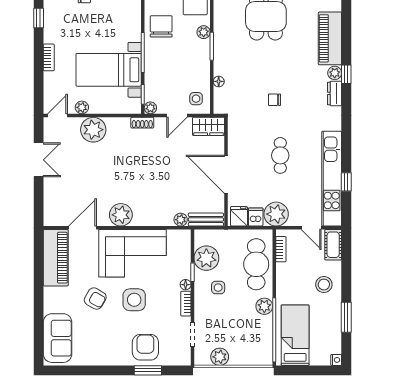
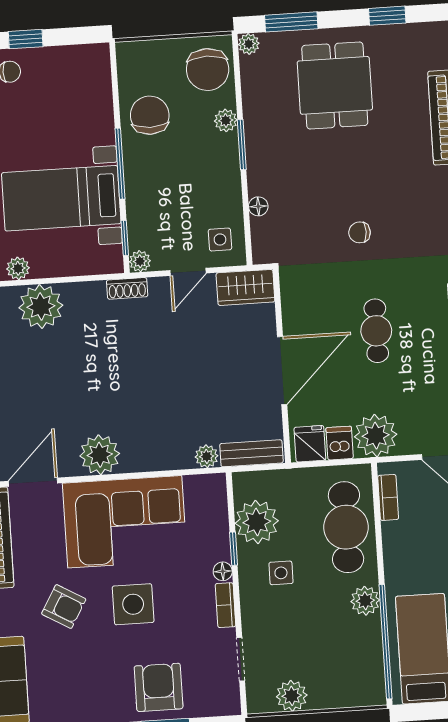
door: (226, 174) -> (282, 371), swing flipped

